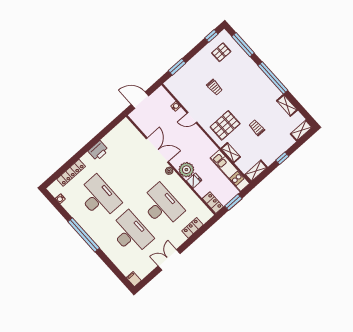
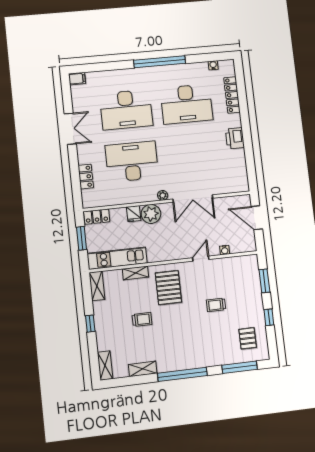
window: (211, 36) -> (269, 317), moved
door: (140, 100) -> (257, 218), swing flipped
desk: (162, 206) -> (132, 162), turned 180

